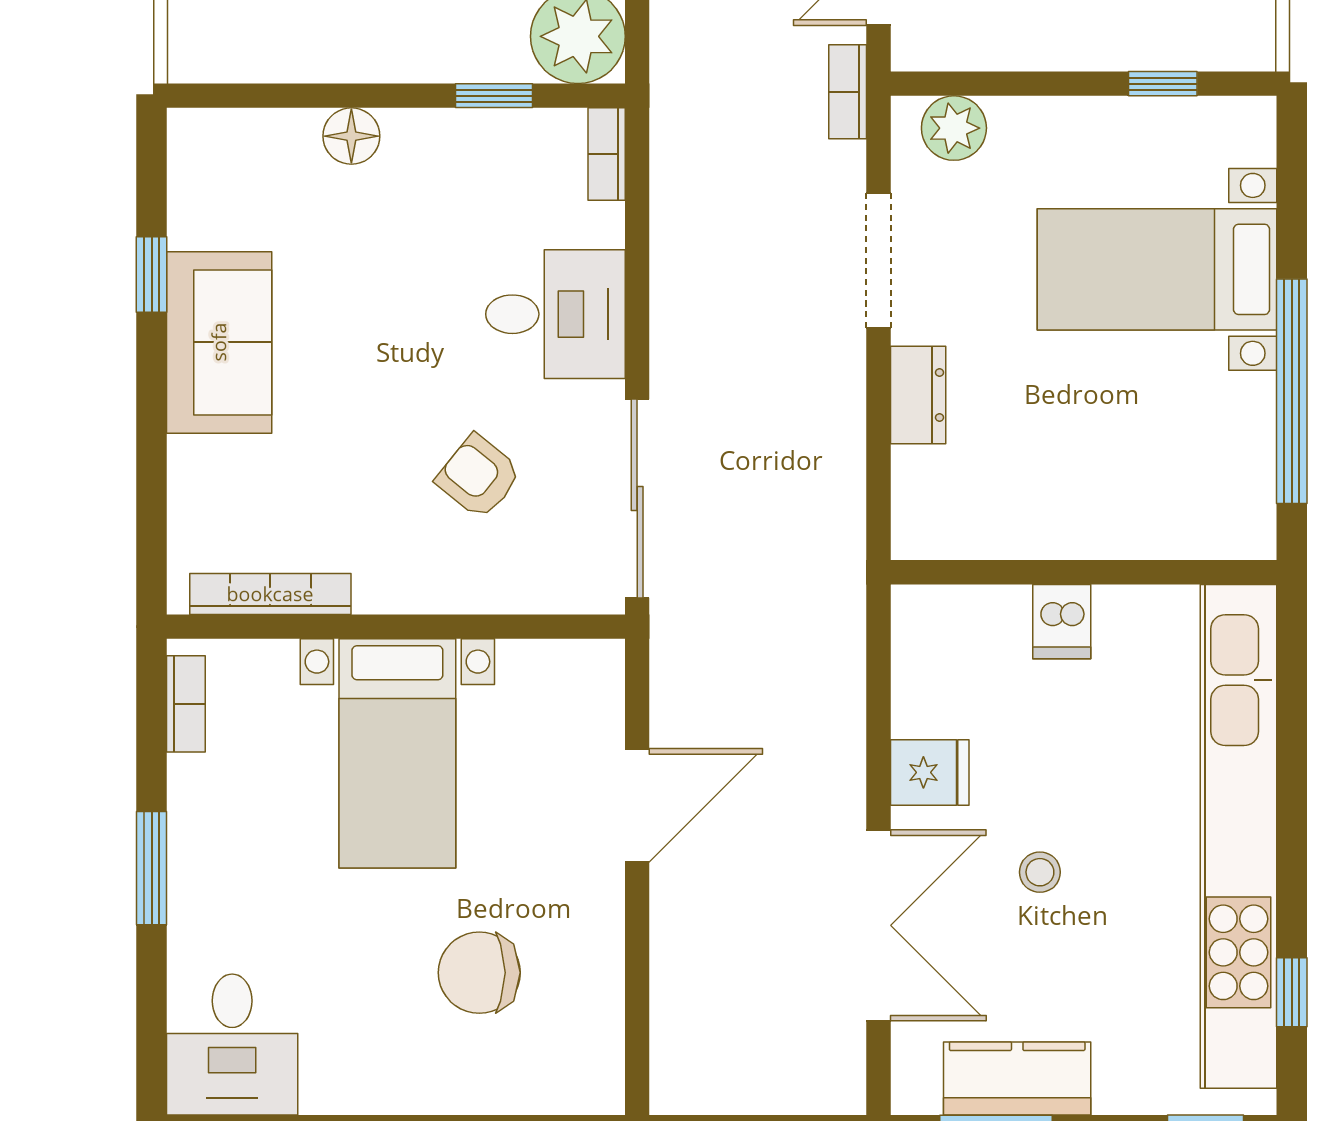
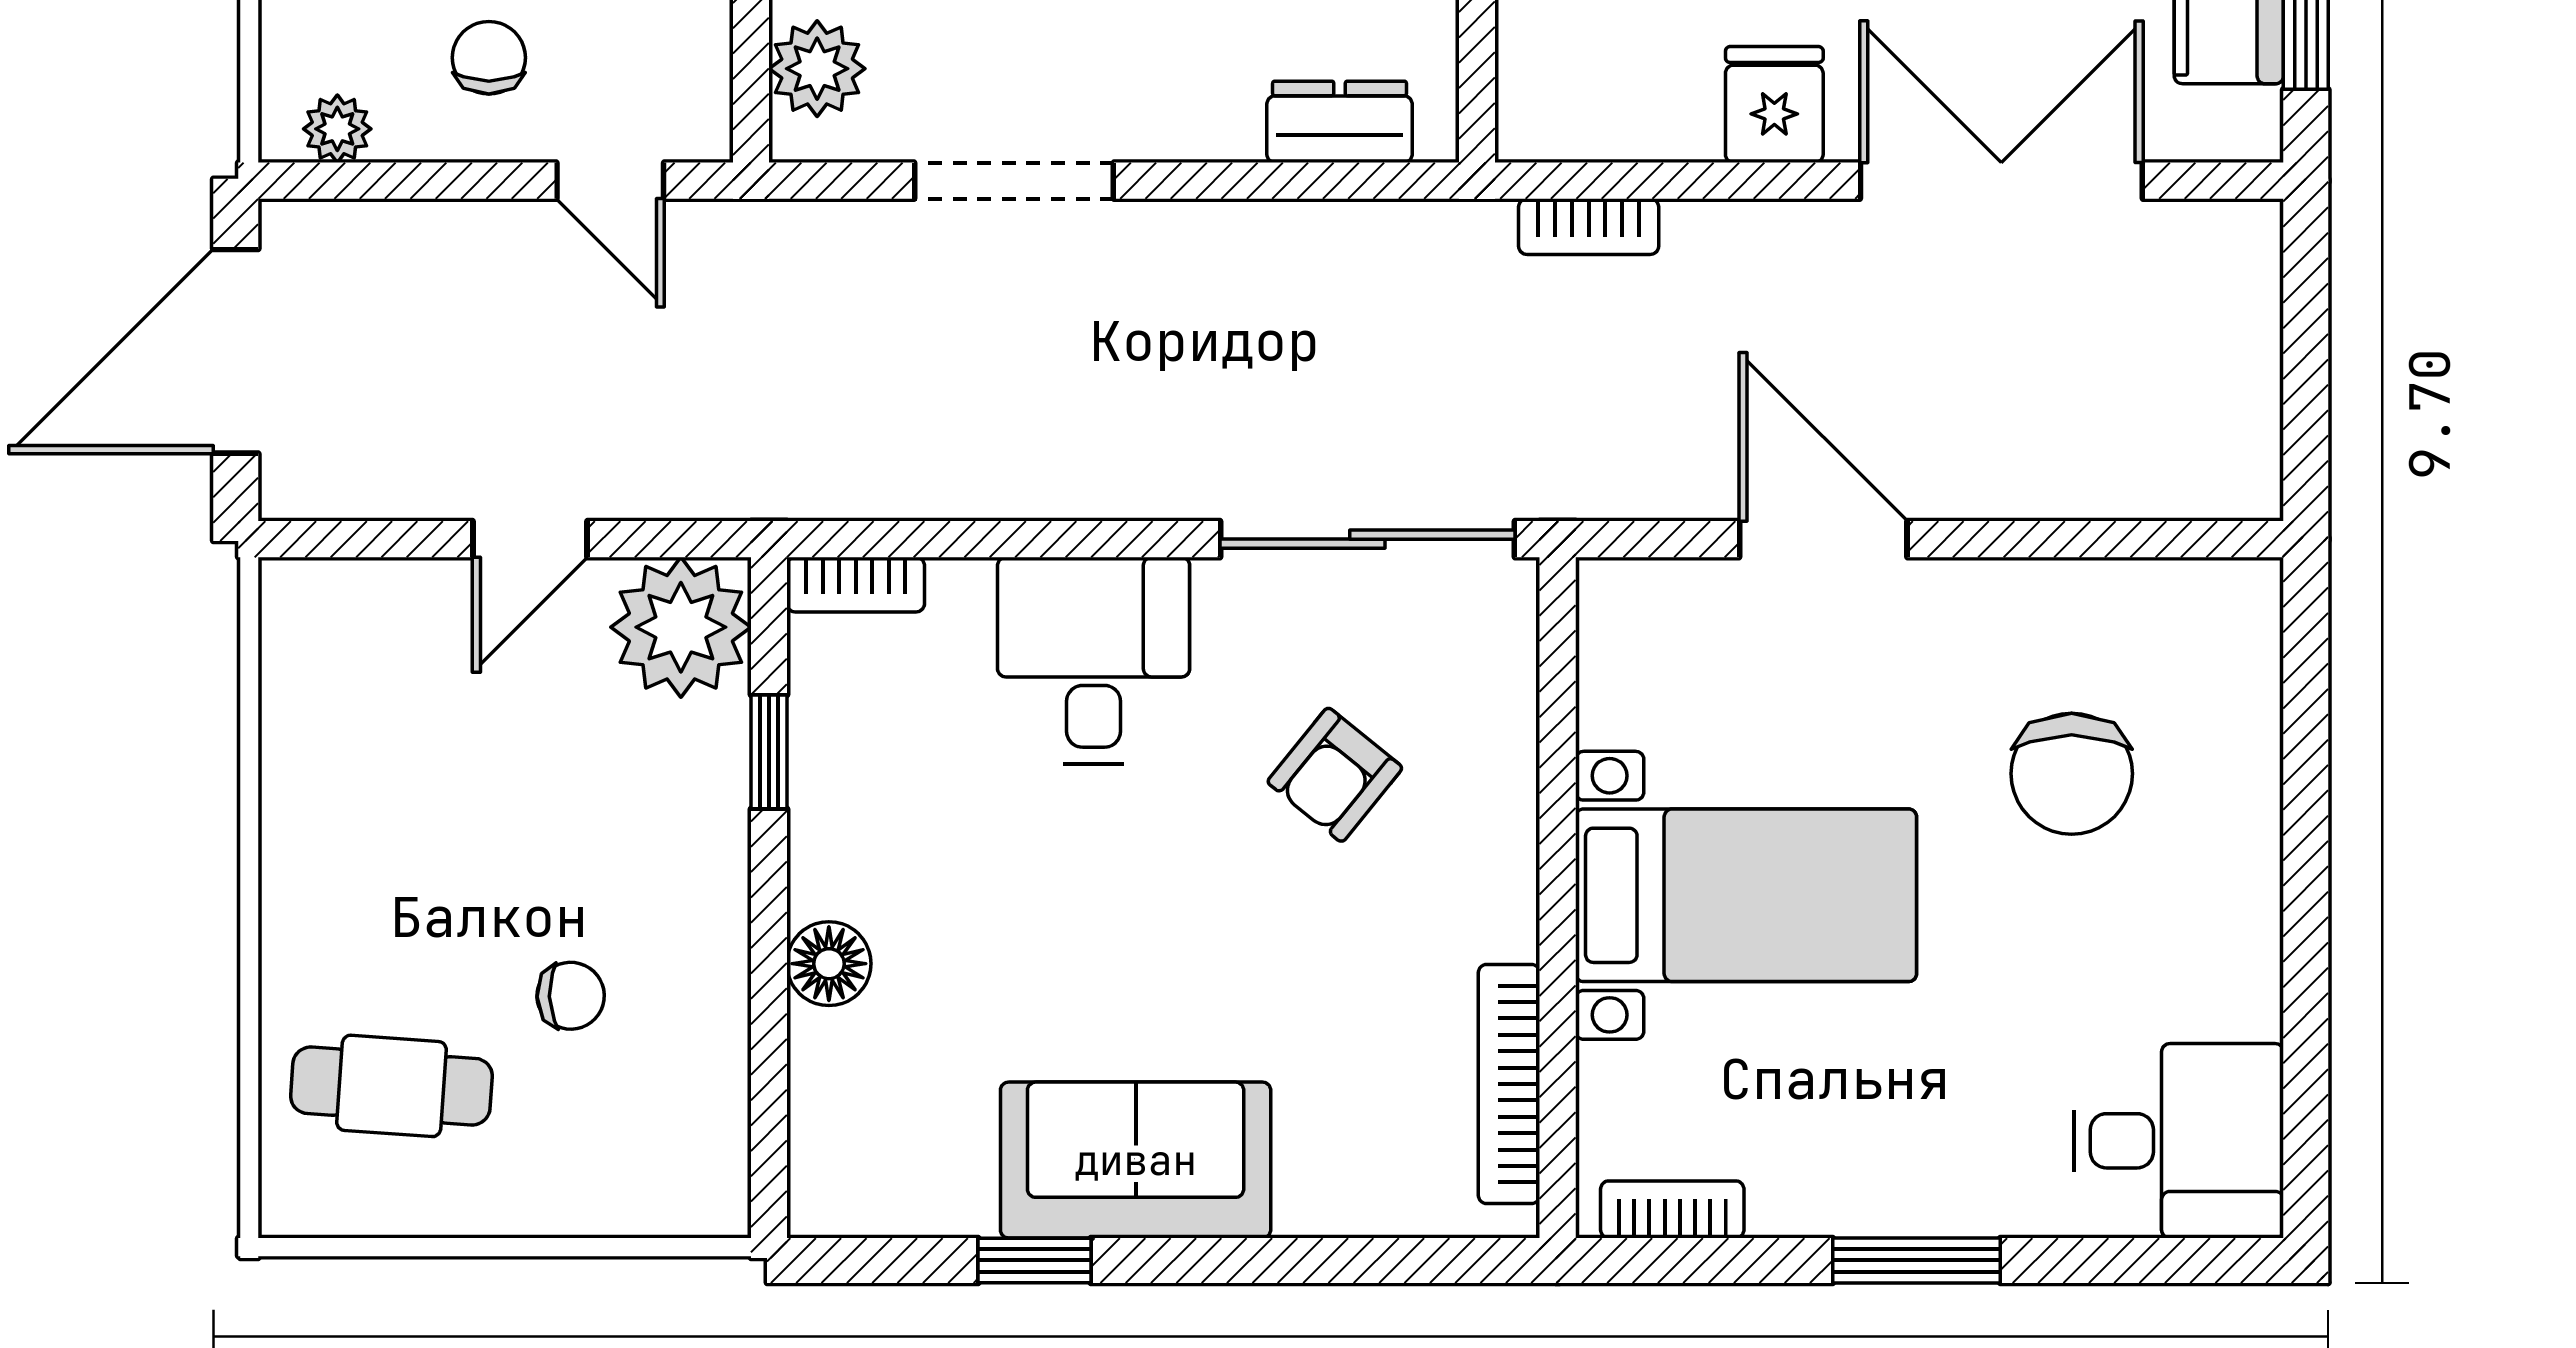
bookcase: (848, 92) -> (1589, 227), moved
dresser: (918, 395) -> (1340, 122), moved

